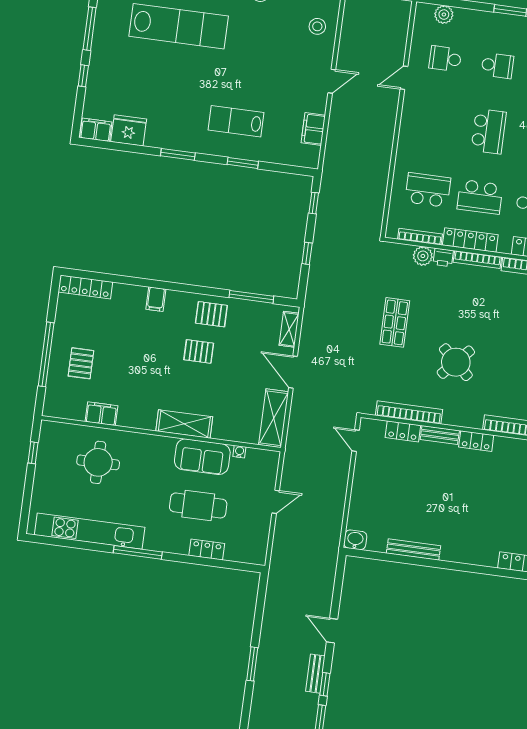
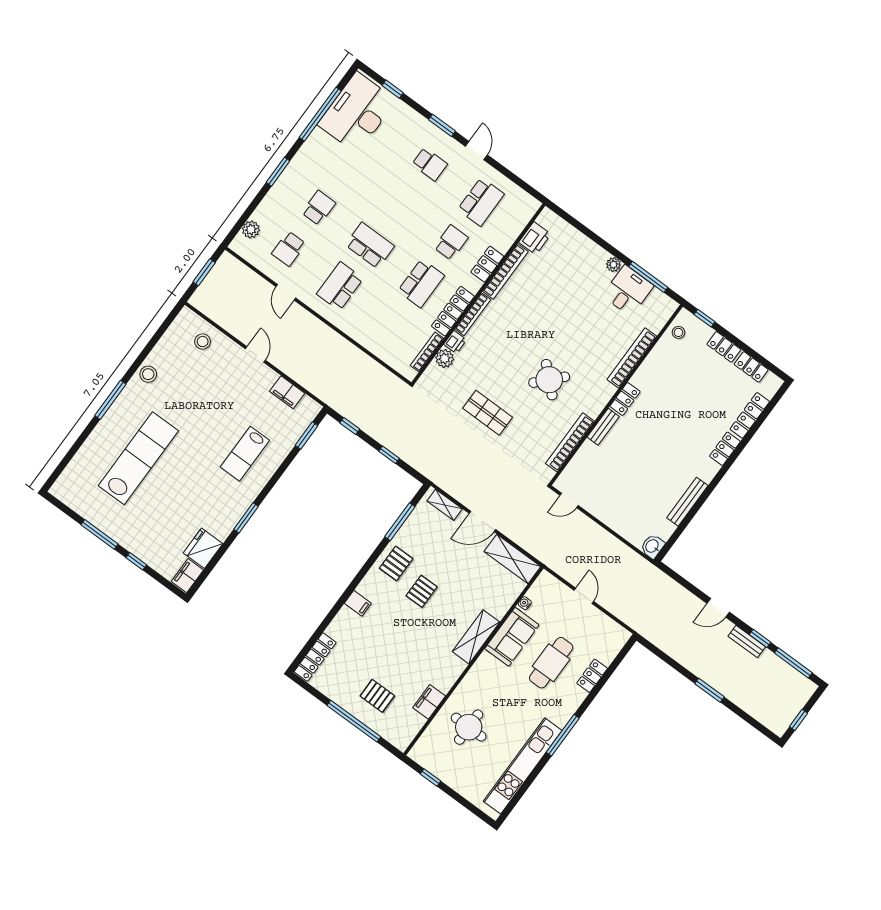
window: (243, 163) -> (306, 436), moved
school desk: (428, 190) -> (340, 286), moved
locker: (403, 431) -> (725, 449), moved, turned 180

